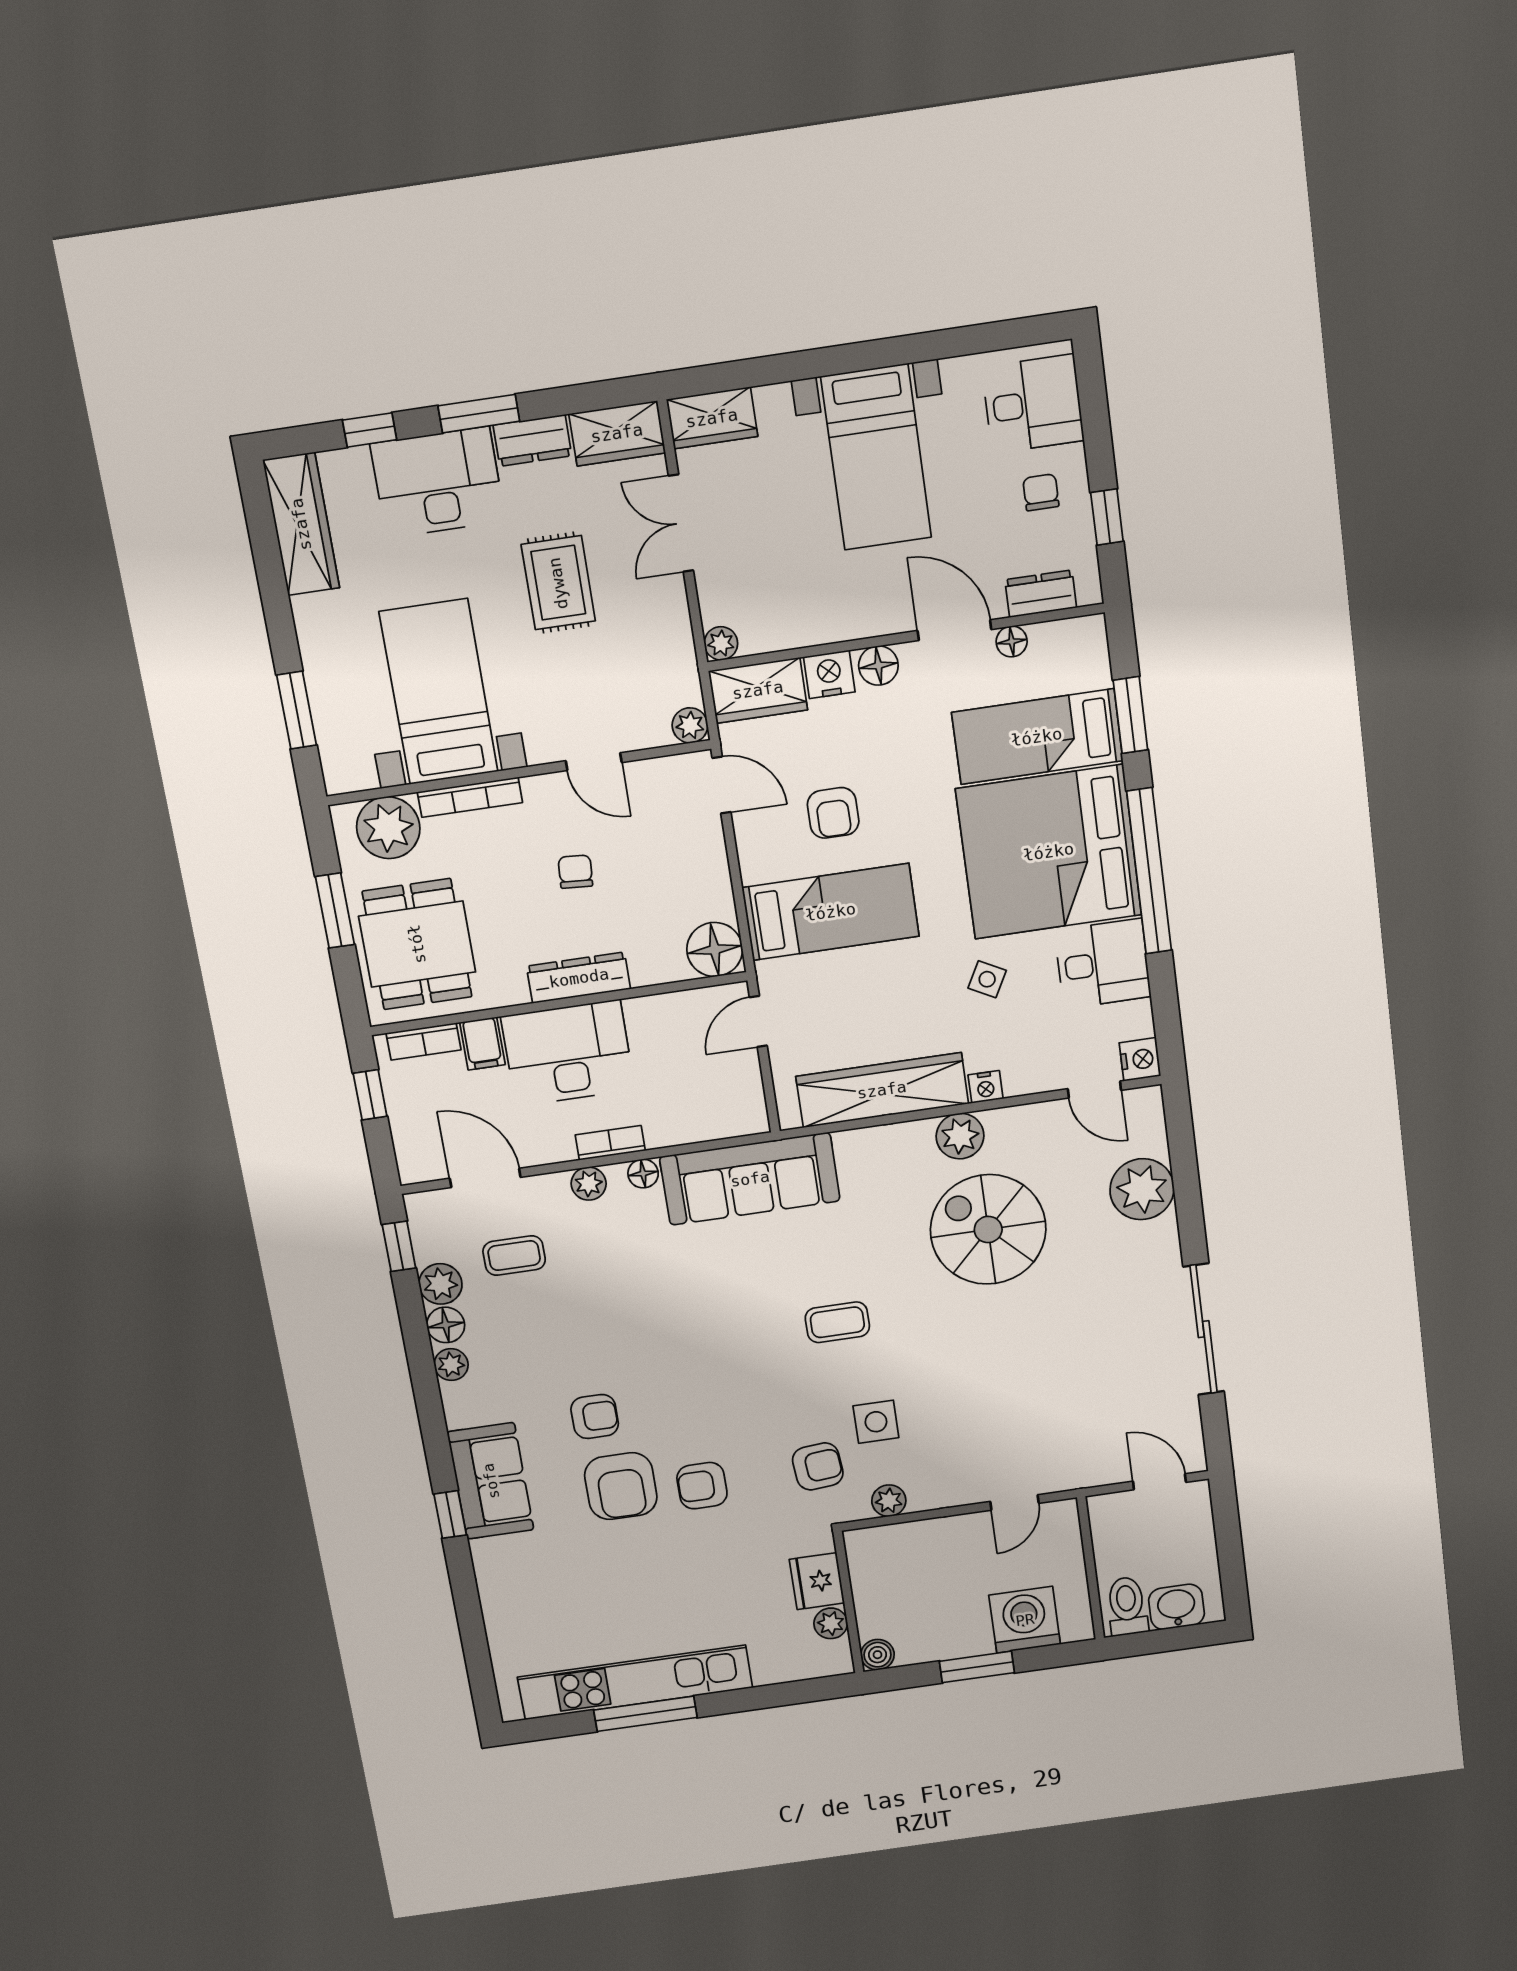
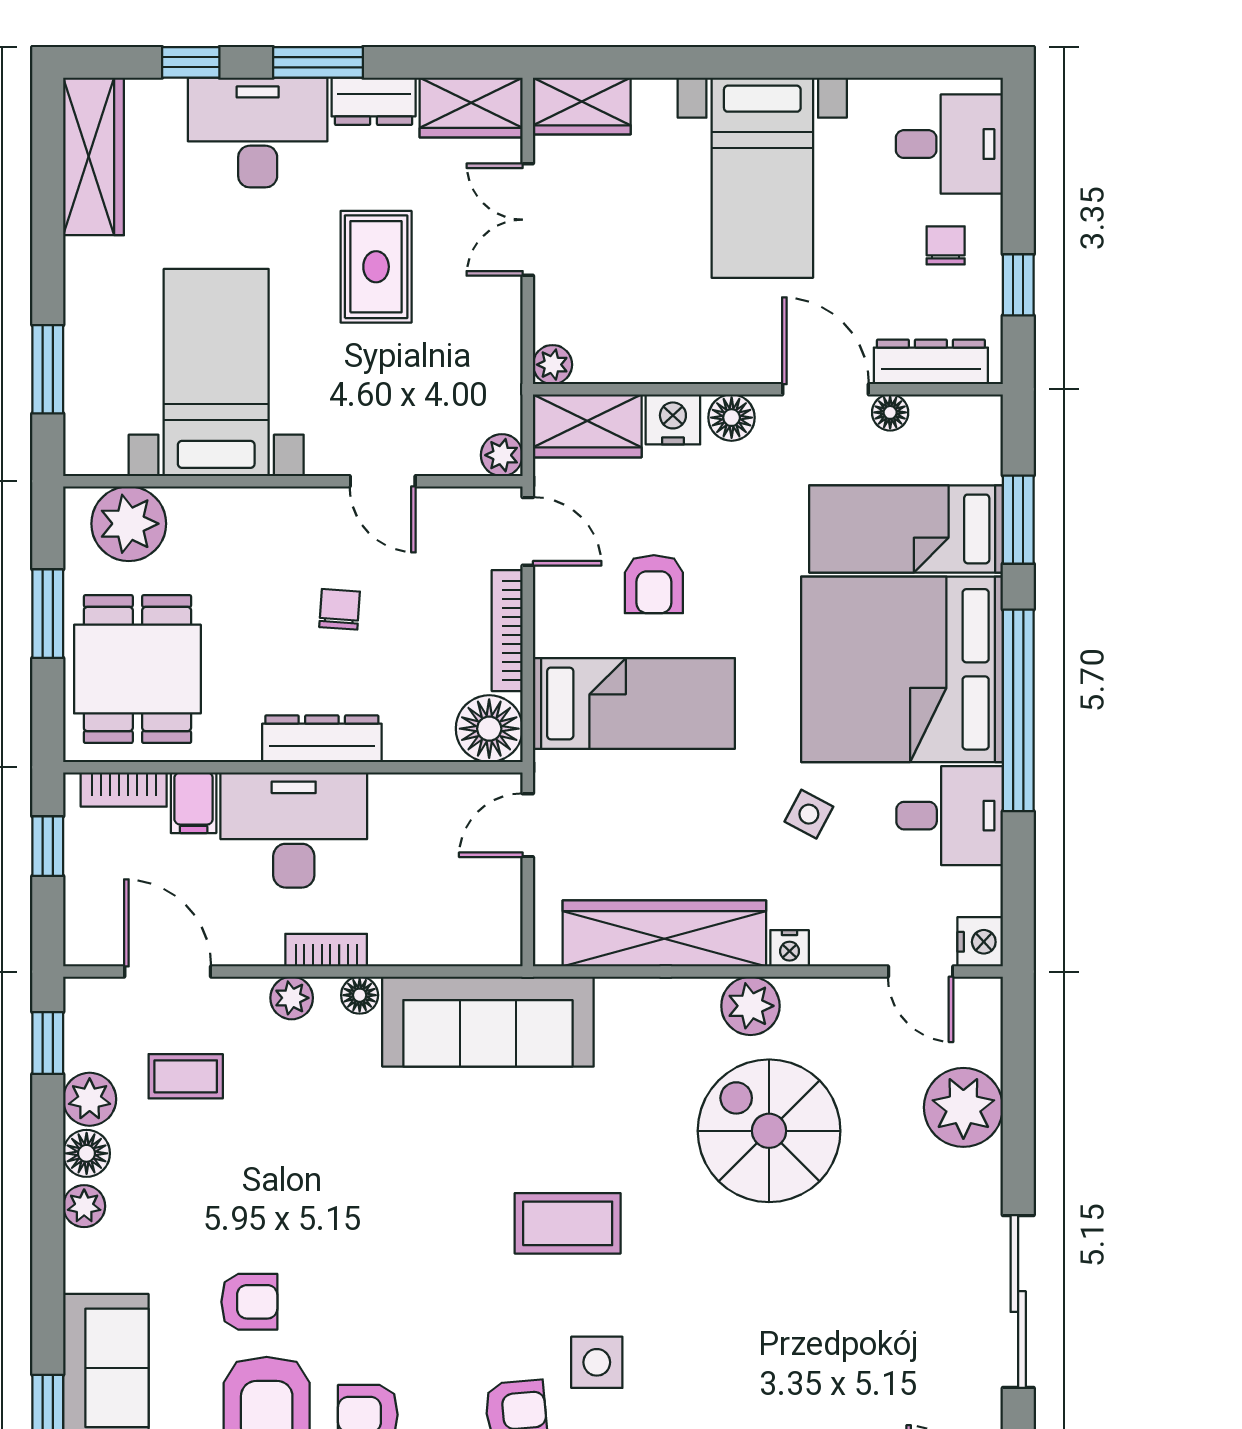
dresser: (1041, 594) -> (931, 362), width x1.44
bookcase: (470, 797) -> (507, 631), moved, turned 90
coffee table: (837, 1322) -> (568, 1223), width x1.36, depth x1.30

